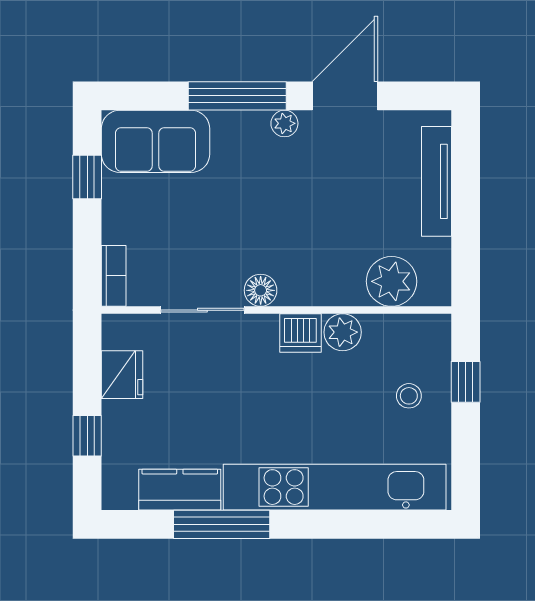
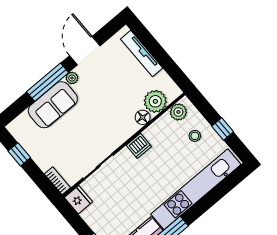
sofa: (155, 141) -> (53, 105), moved
floor lamp: (261, 290) -> (143, 117), moved
plant: (343, 332) -> (178, 112), moved
fridge: (122, 375) -> (78, 200), moved
window: (466, 382) -> (223, 129), moved

